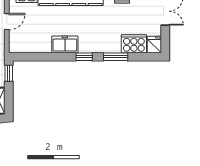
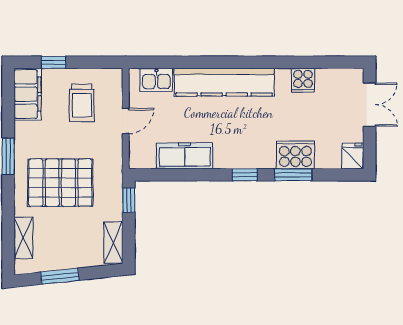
freezer: (65, 44) -> (185, 156), moved, width x1.40
cooker: (134, 44) -> (295, 155), moved

